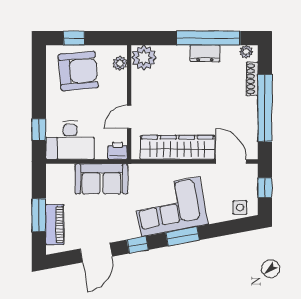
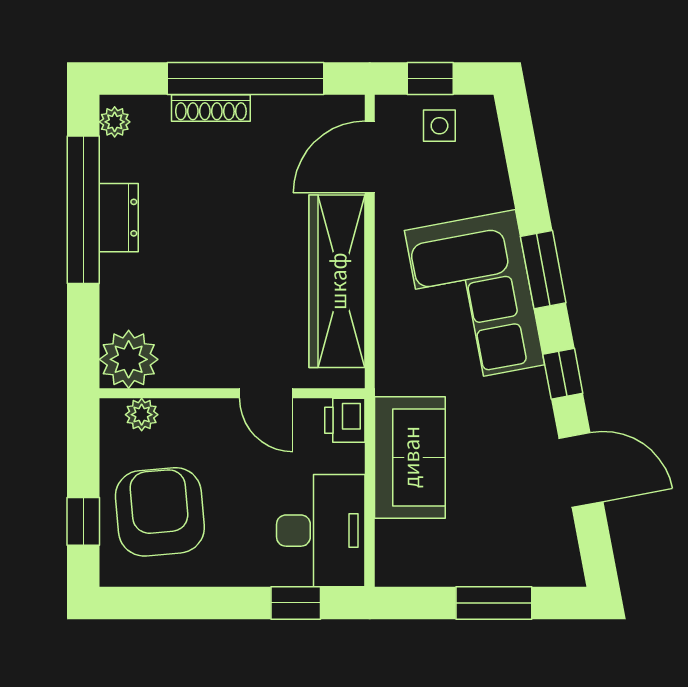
shoe rack: (252, 79) -> (211, 108), moved
side table: (240, 208) -> (439, 126), moved
piano: (55, 225) -> (516, 566), removed

